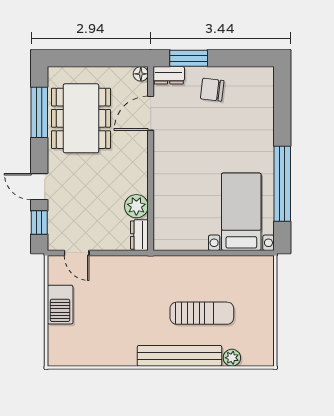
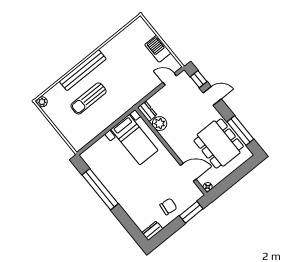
dresser: (169, 75) -> (152, 231), moved
door: (151, 113) -> (188, 172), hinge flipped
bed with nightstands: (241, 212) -> (134, 140), moved
plant: (232, 358) -> (42, 102), moved

